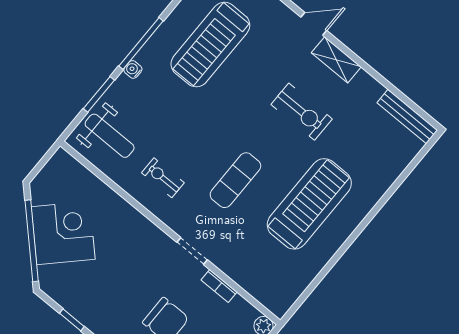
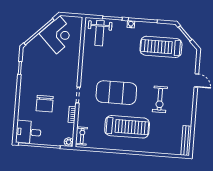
shelving: (336, 60) -> (189, 99), removed
exercise bike: (163, 178) -> (82, 136), moved
exercise mat: (235, 180) -> (116, 93), width x2.00, depth x1.45
corner desk: (63, 233) -> (58, 35), moved

